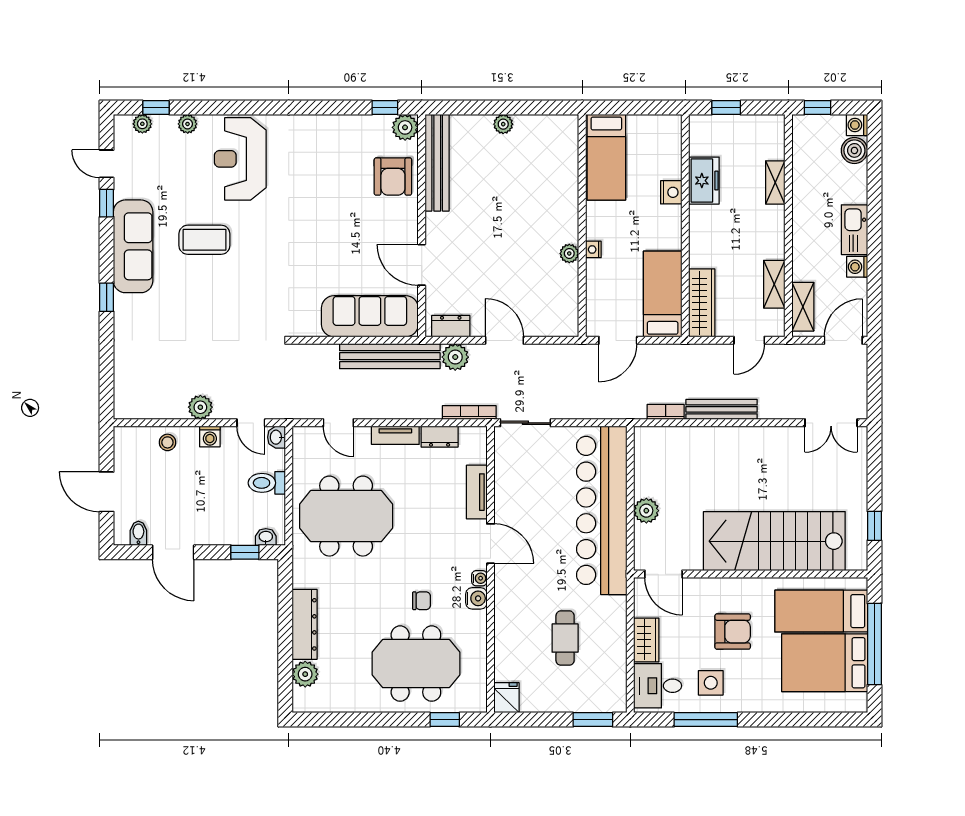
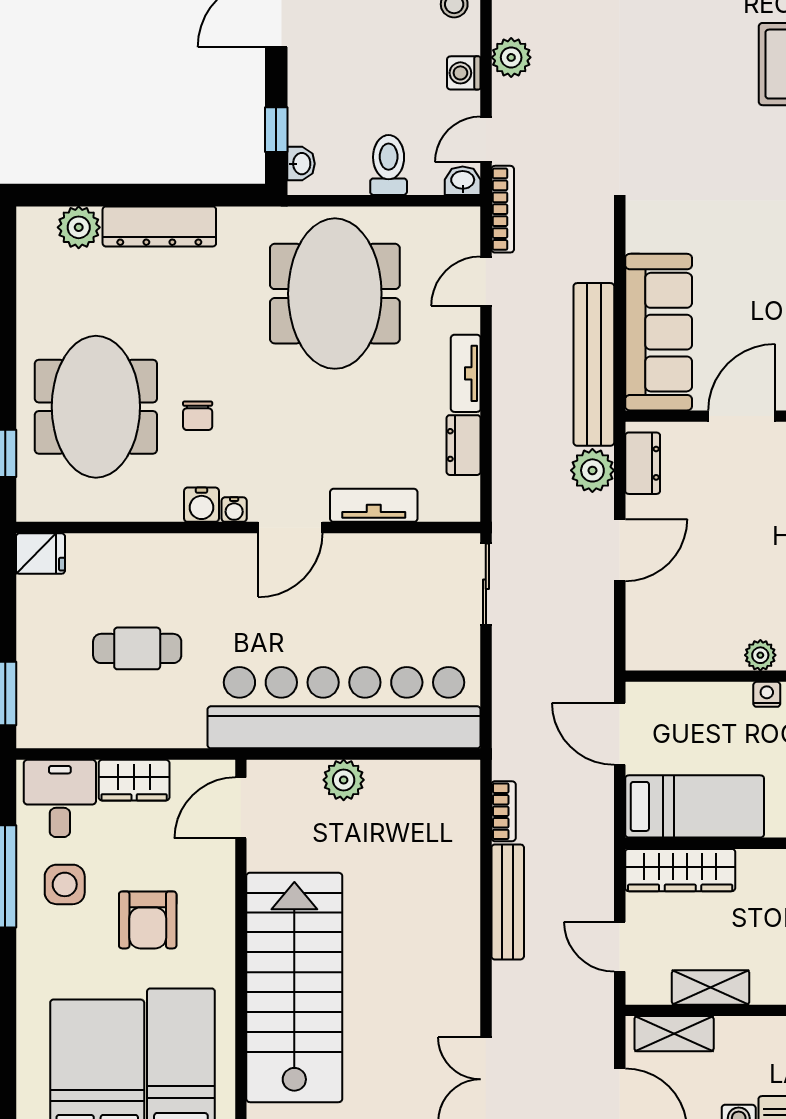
bookcase: (469, 412) -> (503, 209), moved

